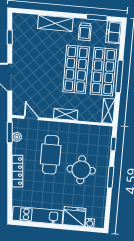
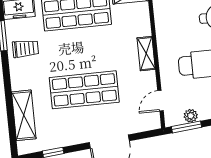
shelving: (55, 23) -> (24, 115), moved
shop shelf: (76, 69) -> (84, 90), moved

